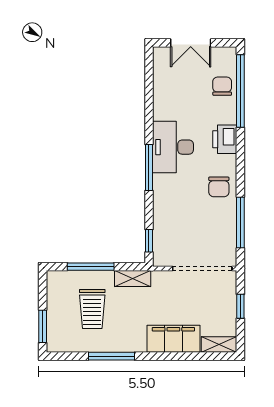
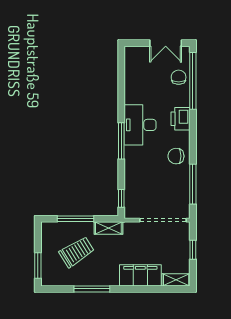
double door: (191, 43) -> (166, 43), moved
chair: (219, 187) -> (176, 156), turned 90
trolley: (92, 309) -> (77, 252), turned -122

